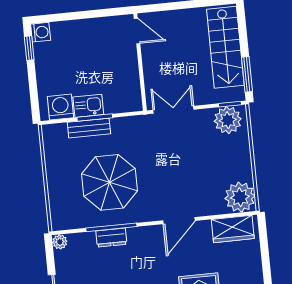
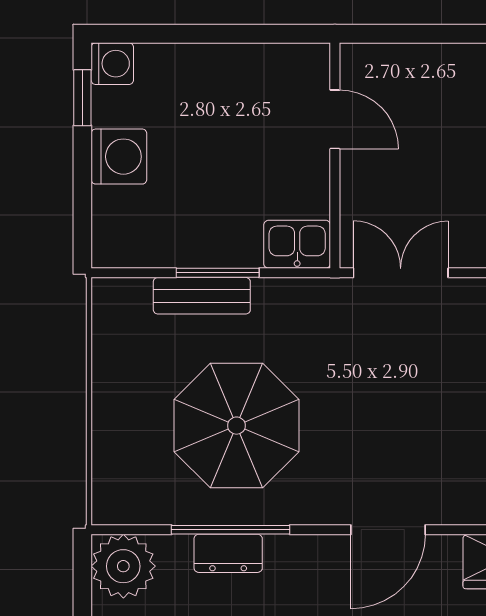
door: (137, 31) -> (335, 119), moved
kitchen sink: (88, 106) -> (297, 244), moved
washing machine: (60, 107) -> (119, 157), moved, turned 90
plant: (60, 242) -> (123, 566), width x1.87, depth x1.87

